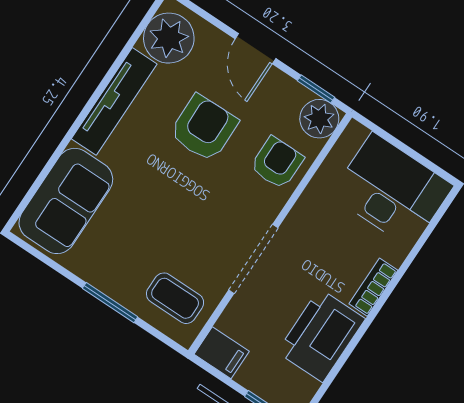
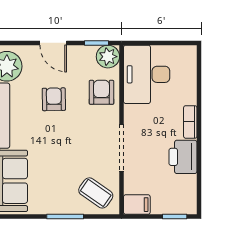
armchair: (204, 128) -> (54, 99), width x0.72, depth x0.72
desk: (392, 190) -> (147, 74), moved, turned -90
coffee table: (175, 298) -> (96, 193), turned 35
printer: (321, 335) -> (183, 157), width x0.73, depth x0.84

